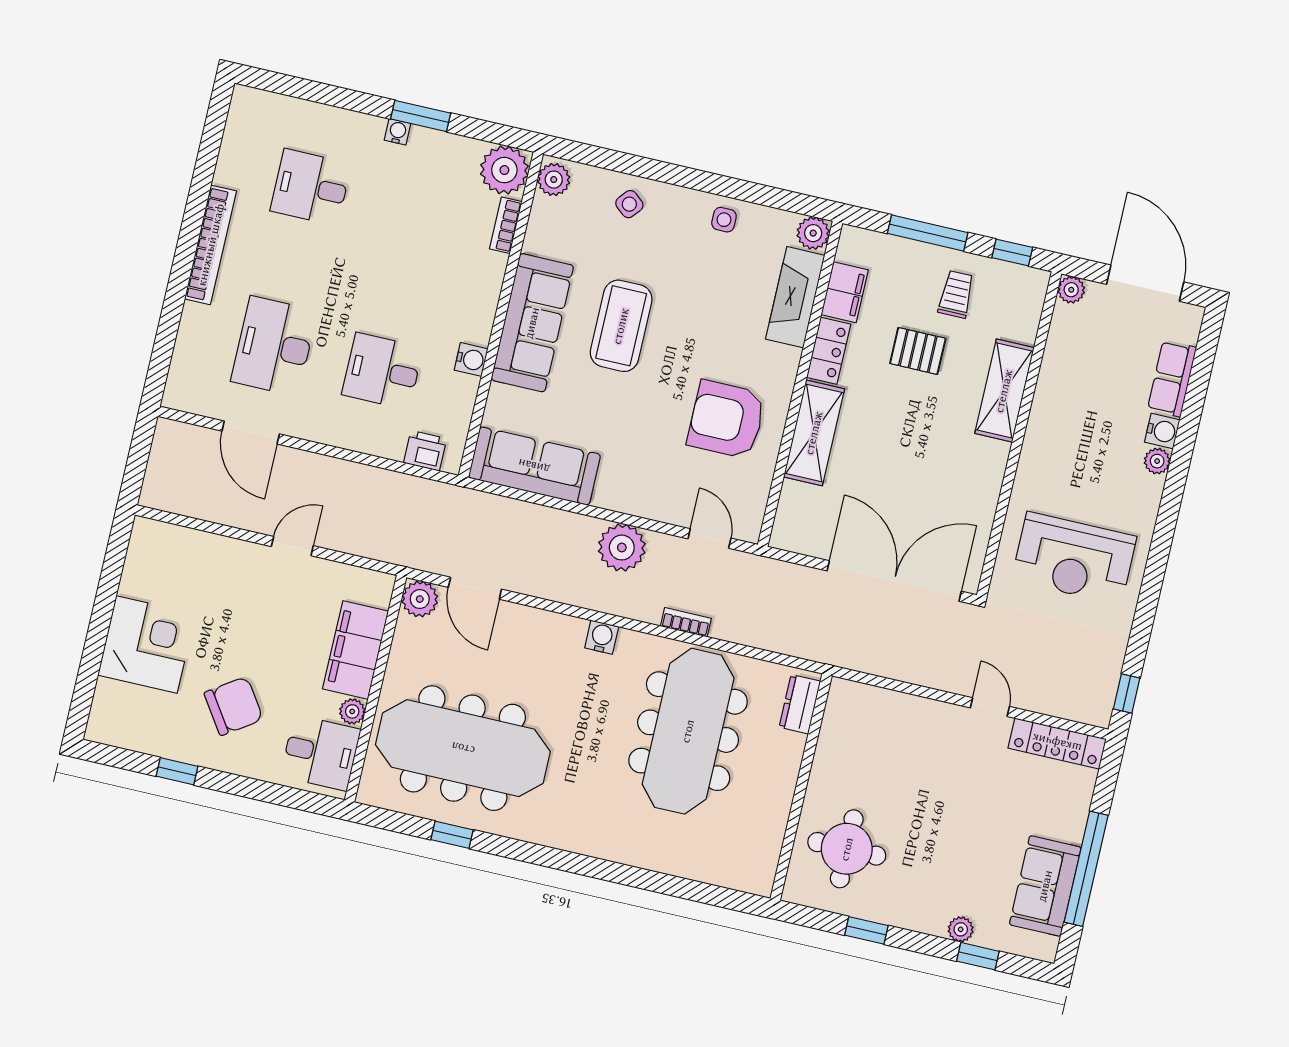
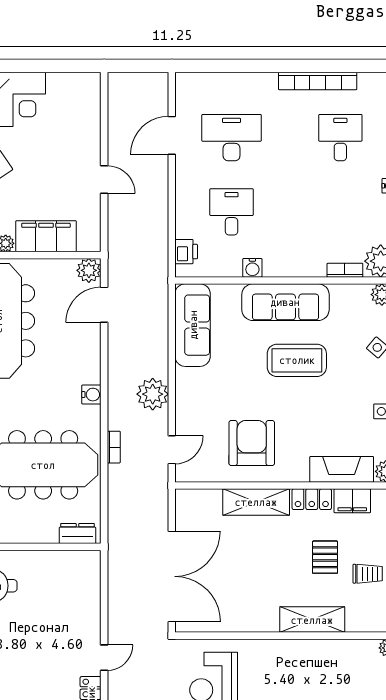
bookcase: (211, 245) -> (318, 81), moved

